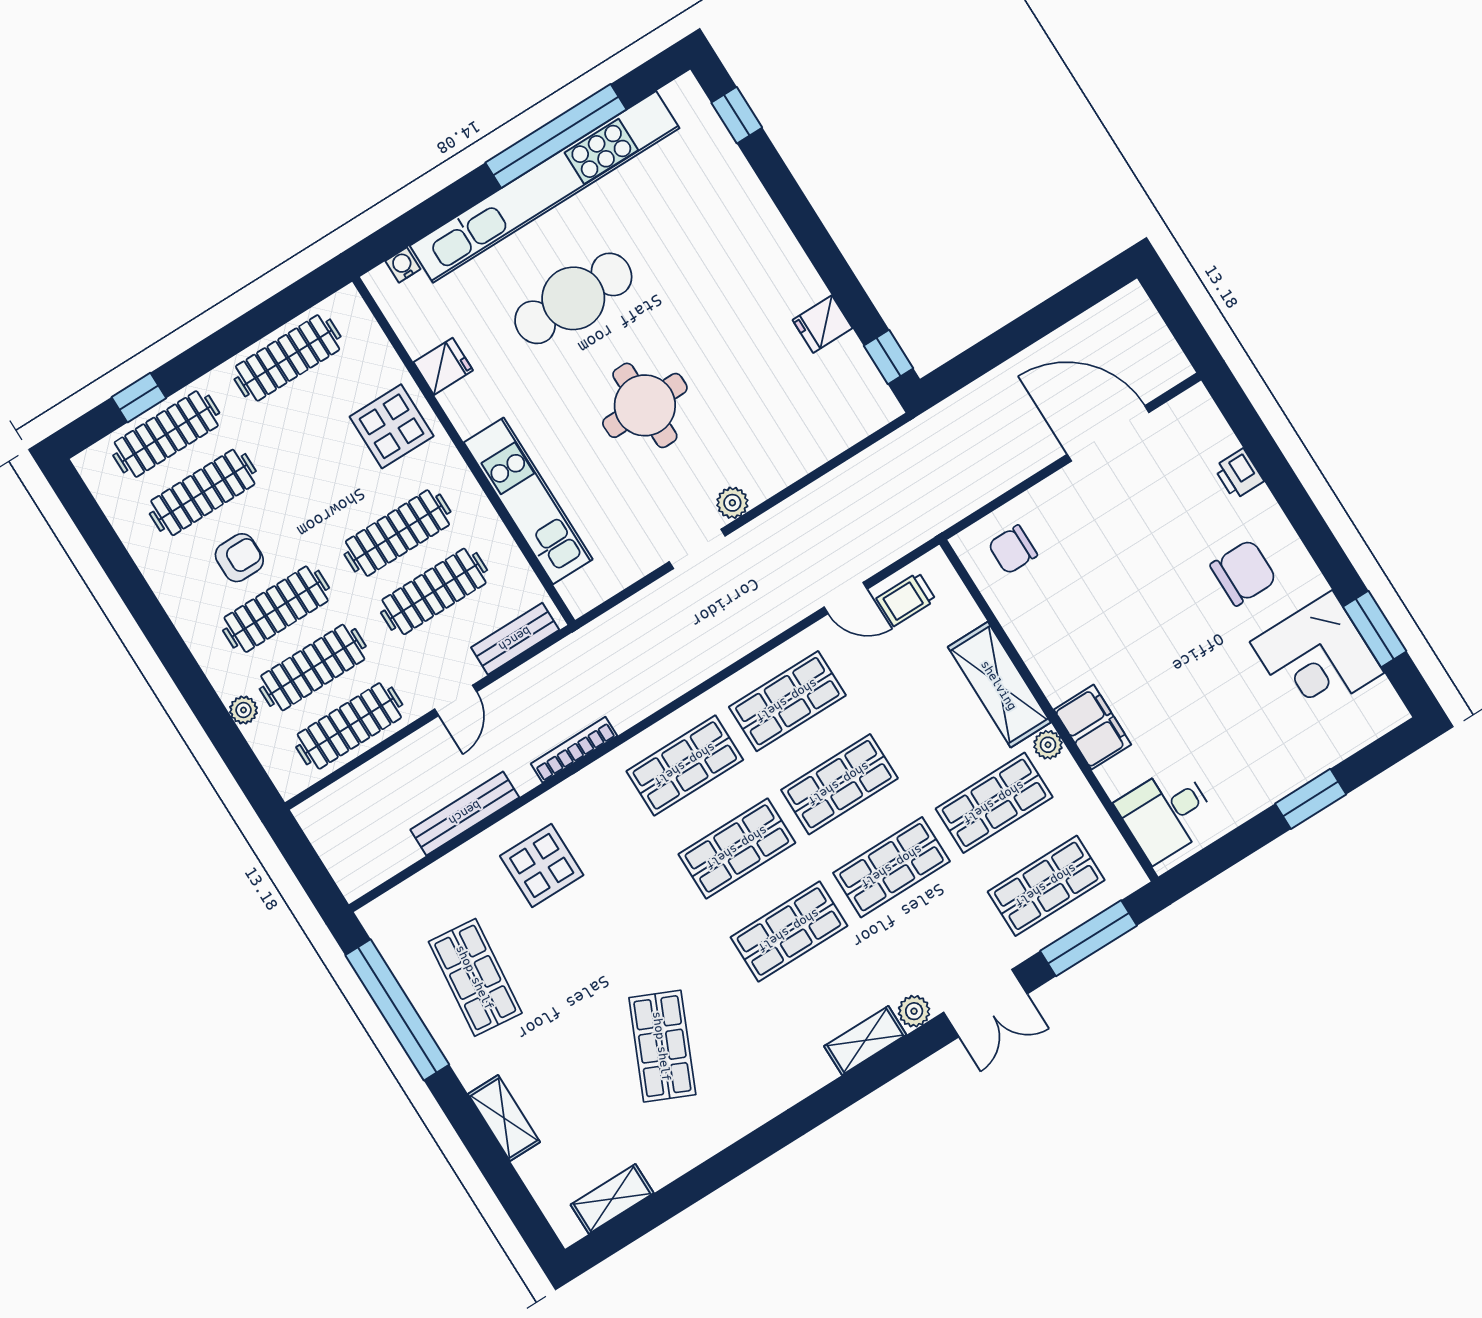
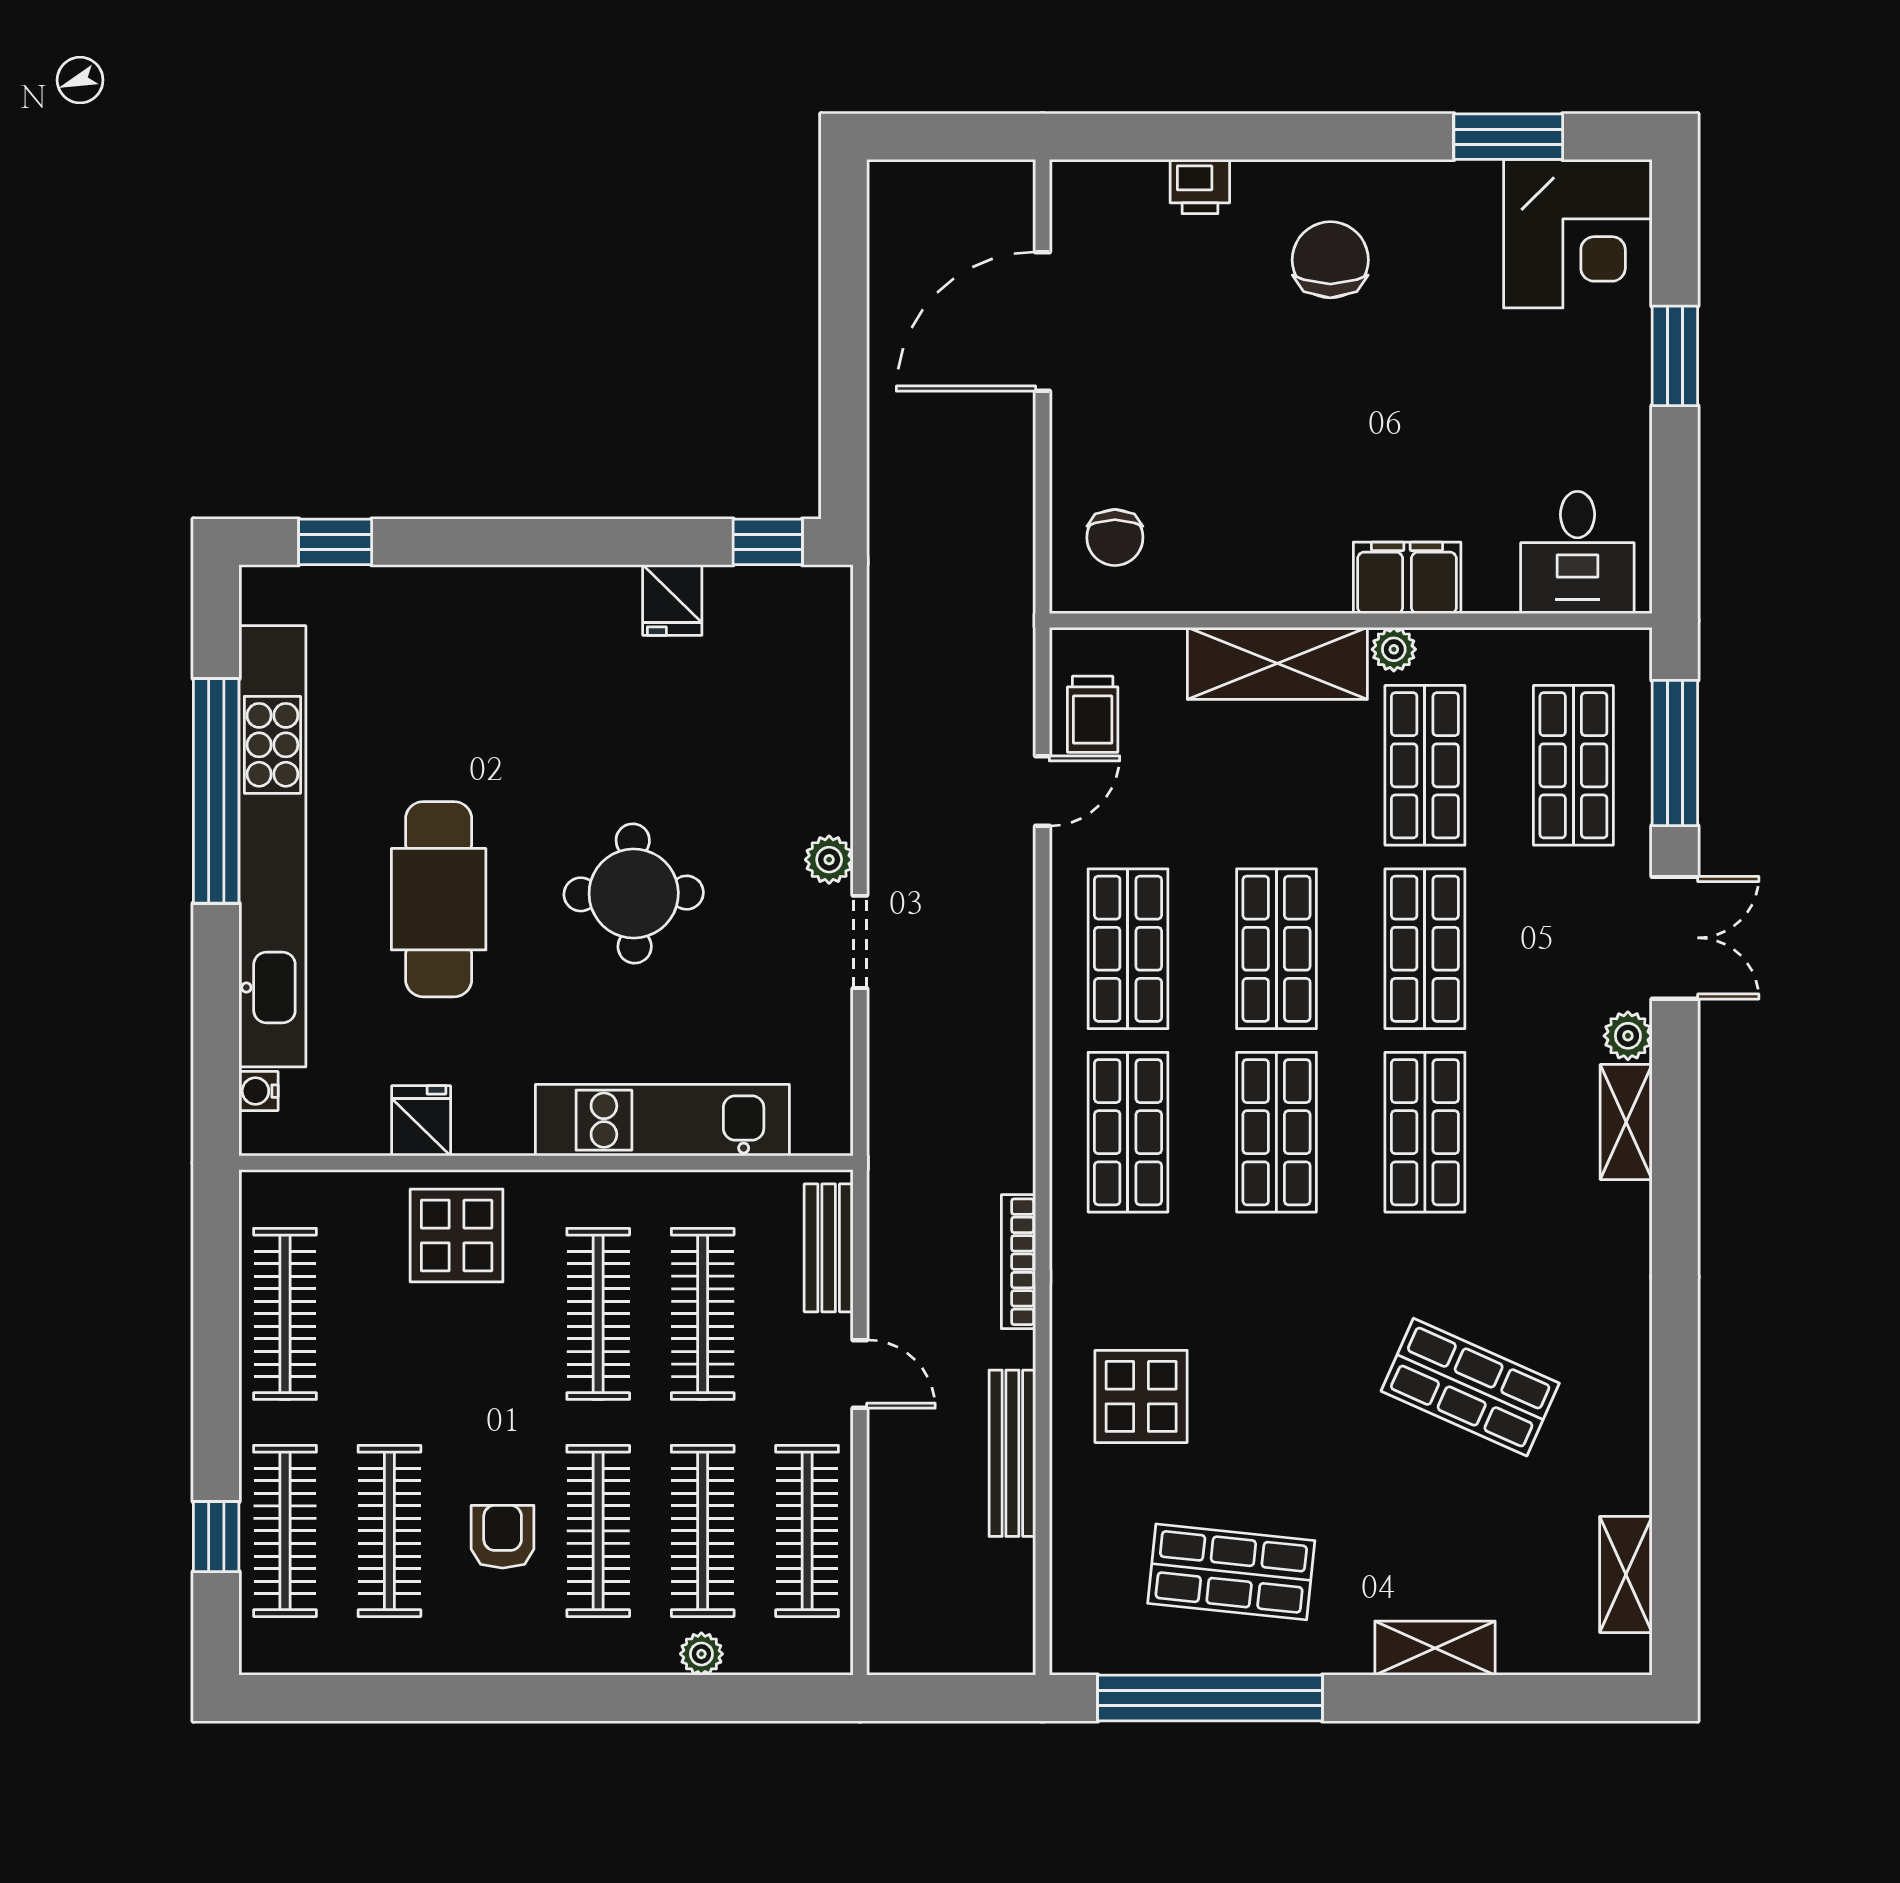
corner desk: (1317, 657) -> (1578, 234), moved

